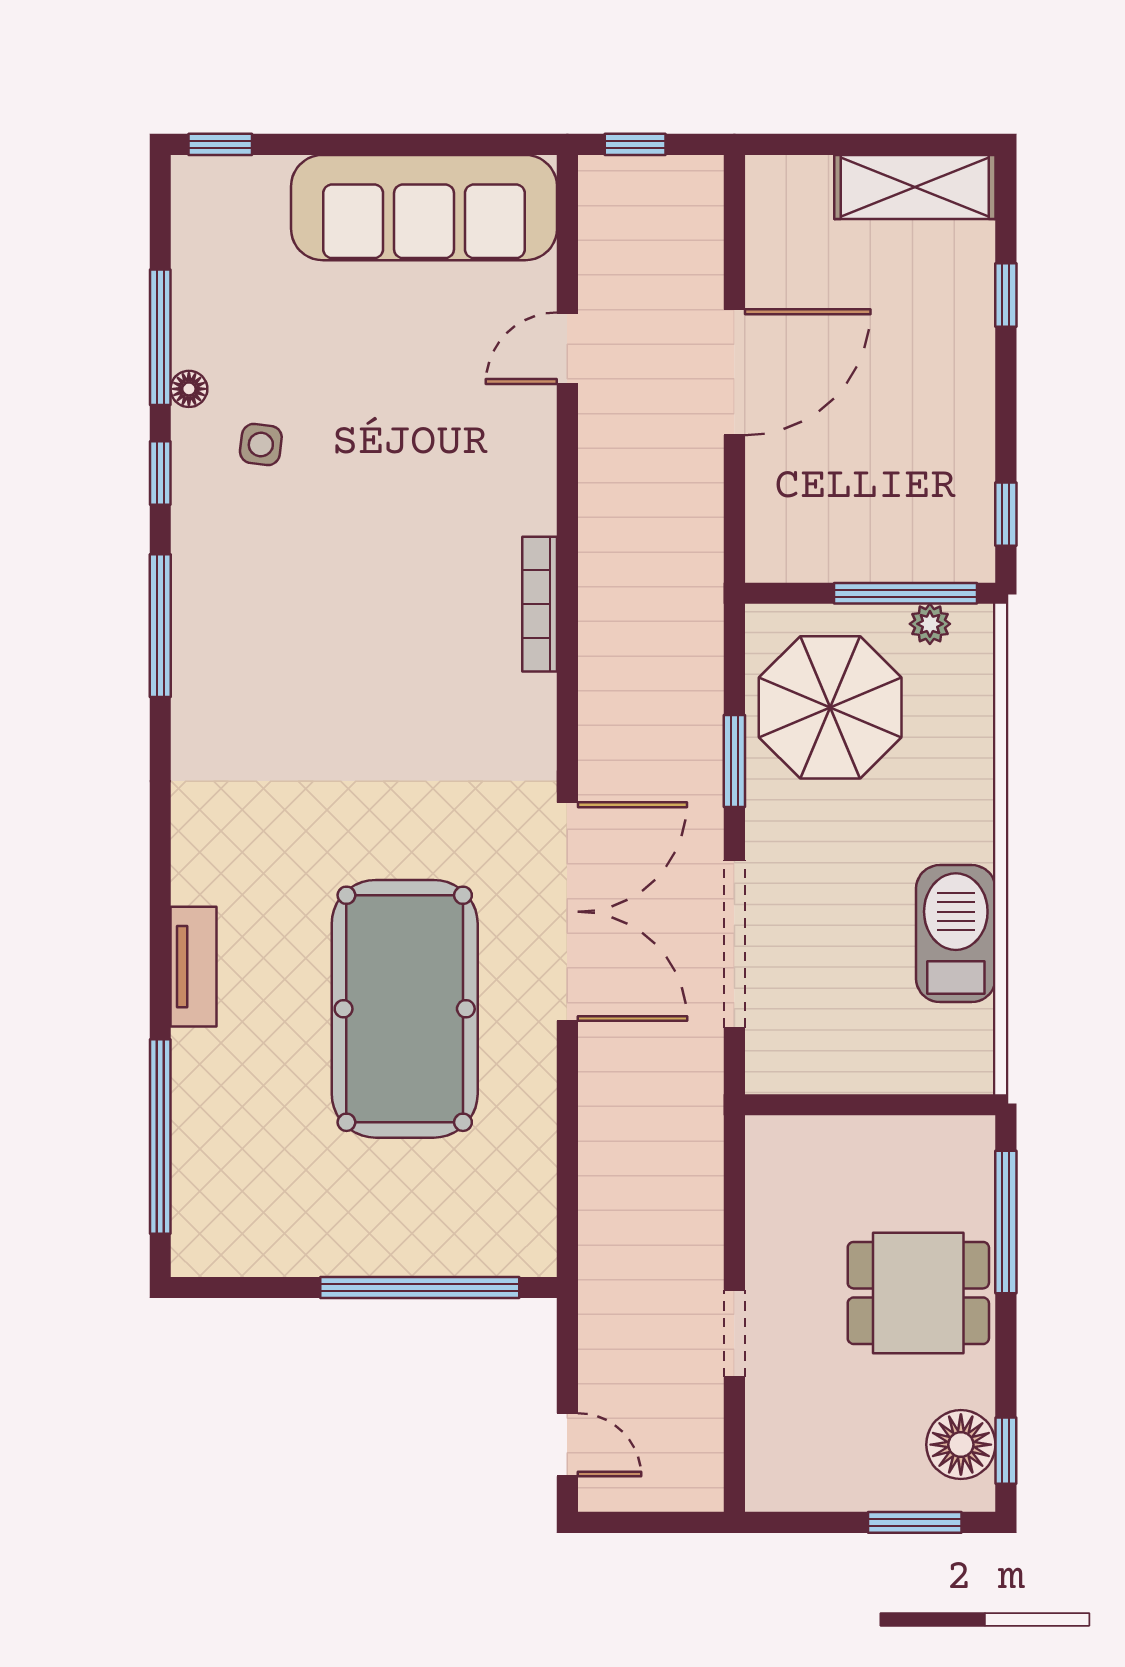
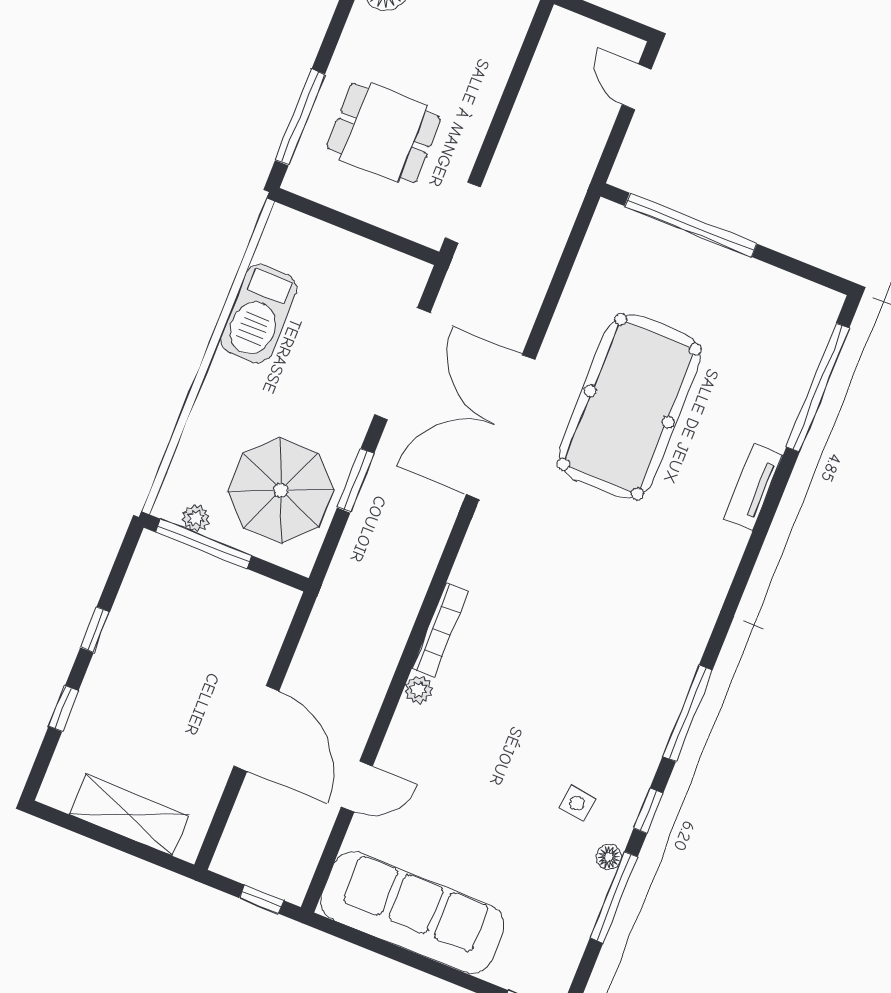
shelving: (915, 187) -> (129, 815), moved
door: (734, 372) -> (256, 728), swing flipped
plant: (536, 512) -> (418, 690), added
window: (1006, 514) -> (95, 630), moved
dining table: (918, 1293) -> (384, 133), moved
doorway: (734, 1333) -> (463, 212), moved

